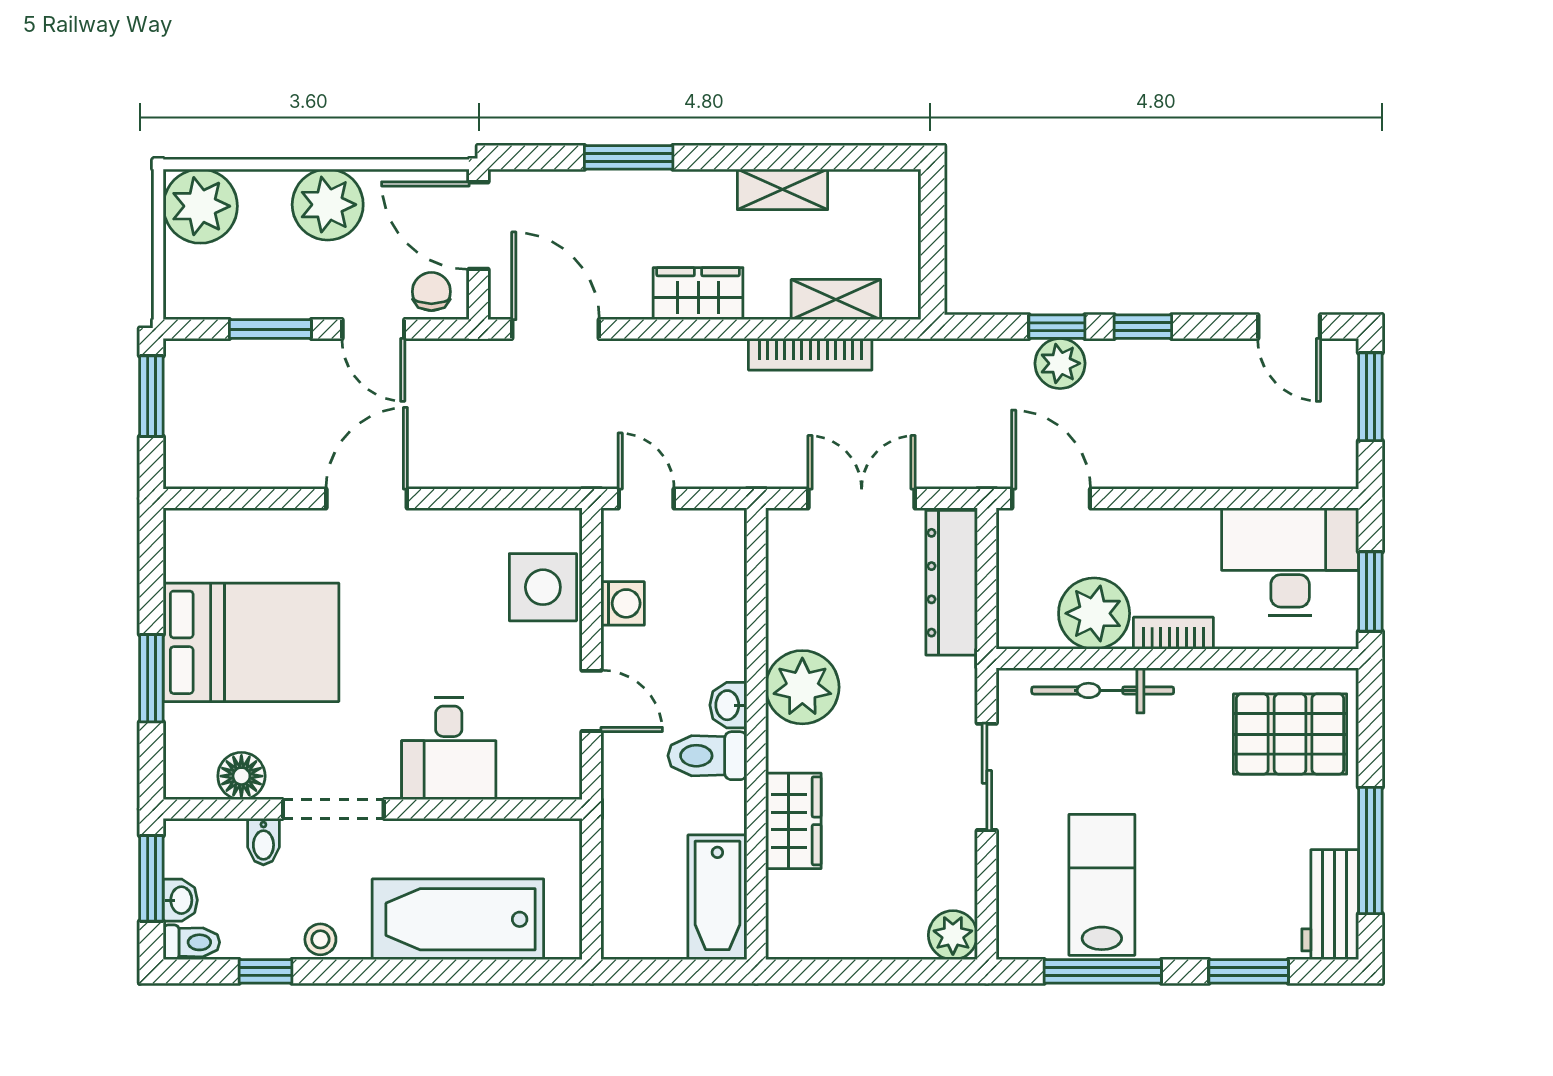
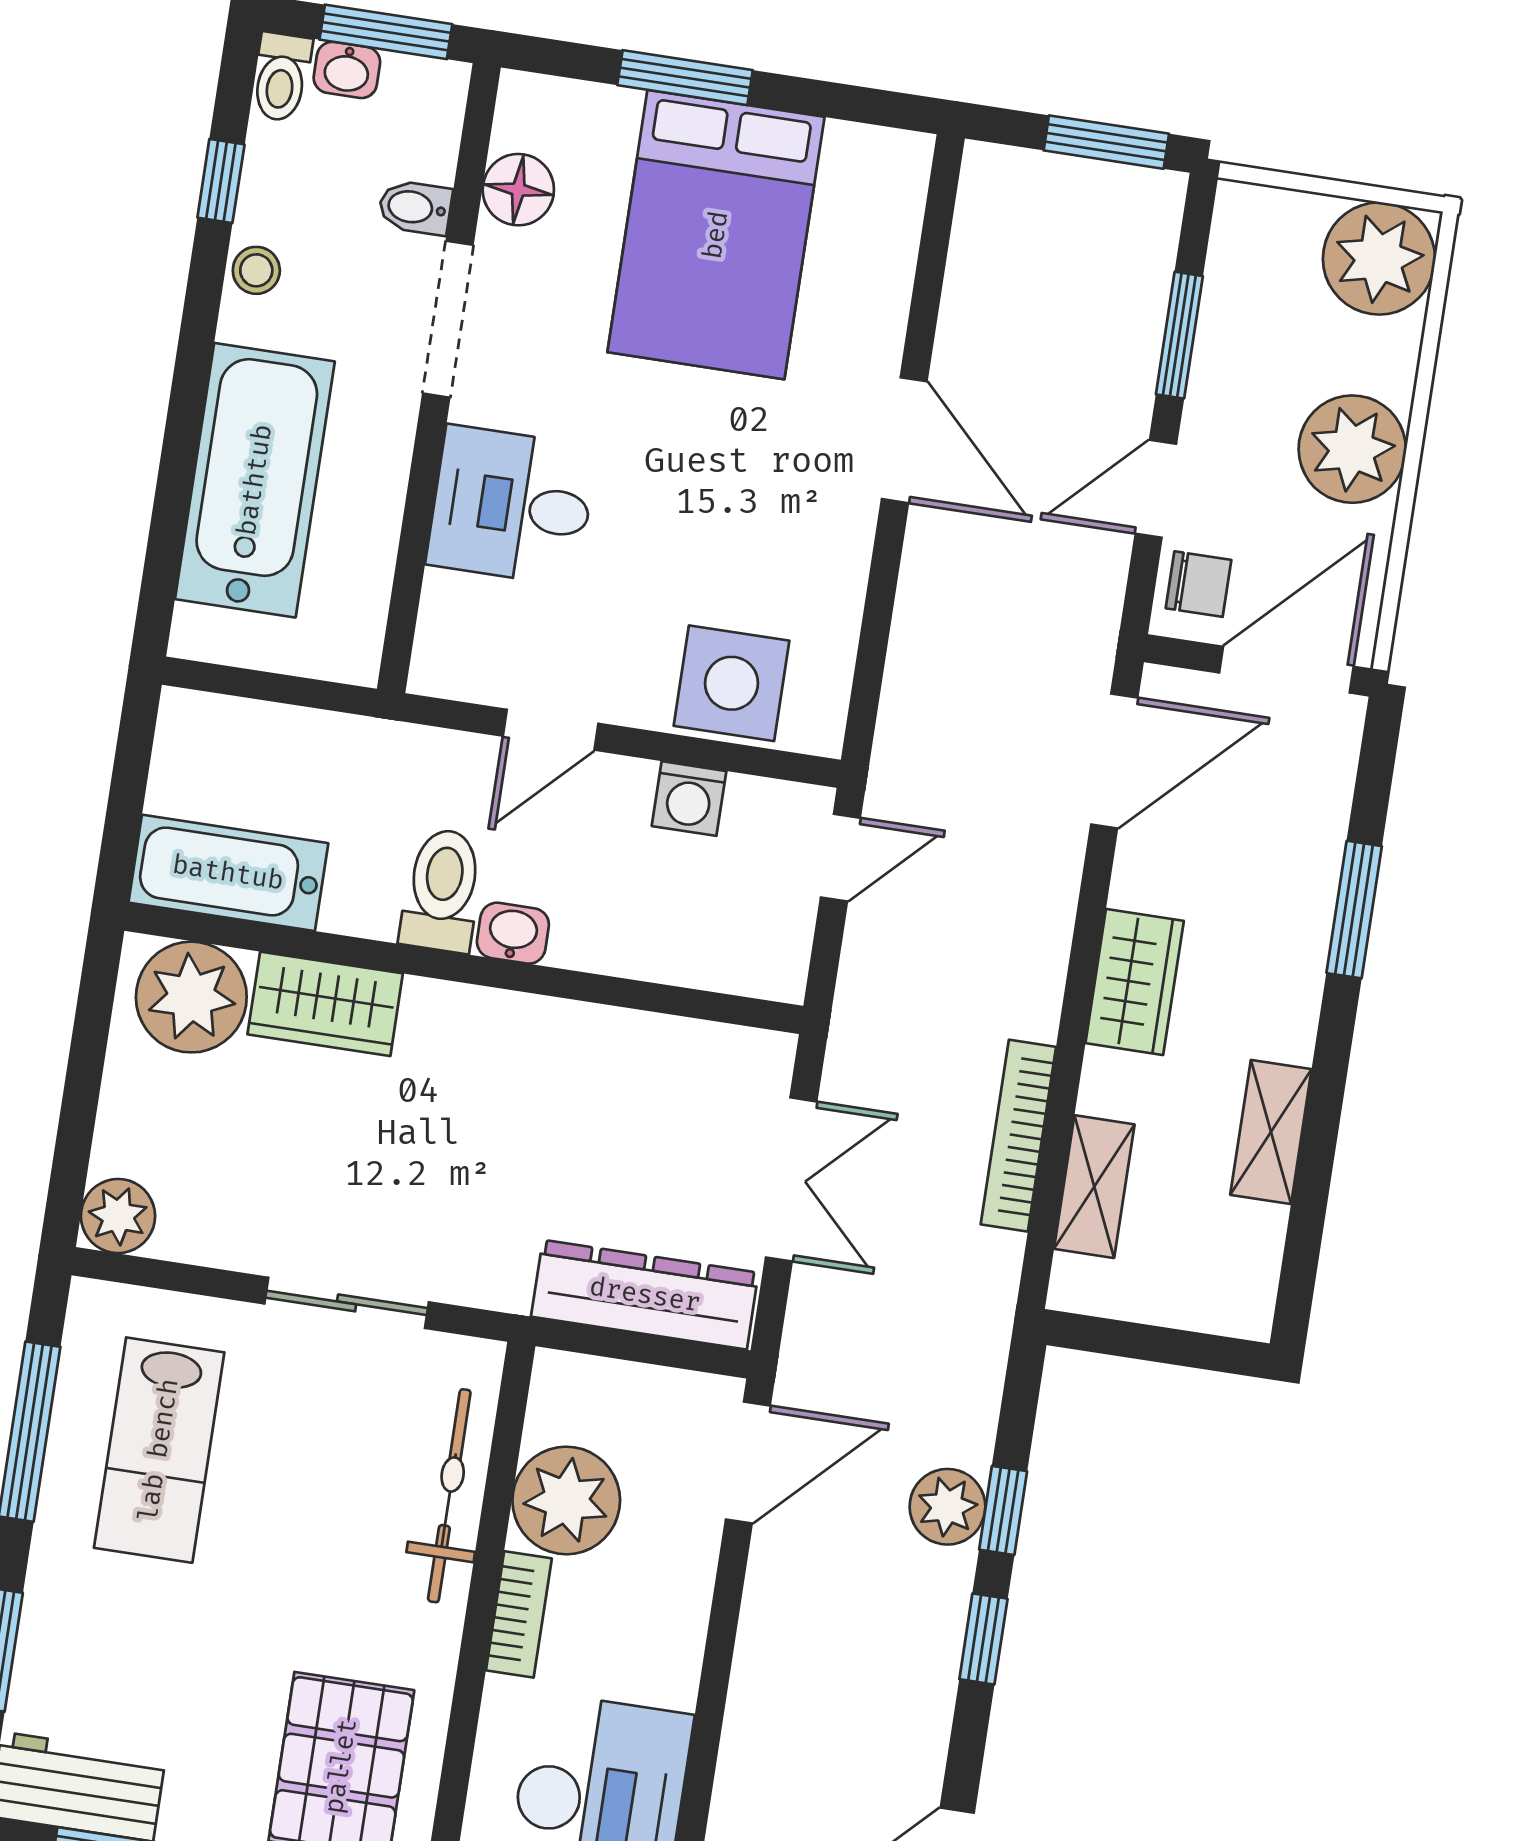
plant: (802, 687) -> (191, 997), moved
lab bench: (1102, 885) -> (159, 1450), turned 90

